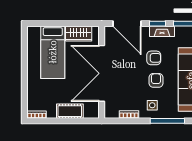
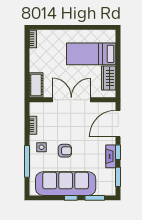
armchair: (154, 58) -> (86, 149), removed
double door: (102, 73) -> (71, 100), width x0.73
cot: (70, 111) -> (36, 85), moved

